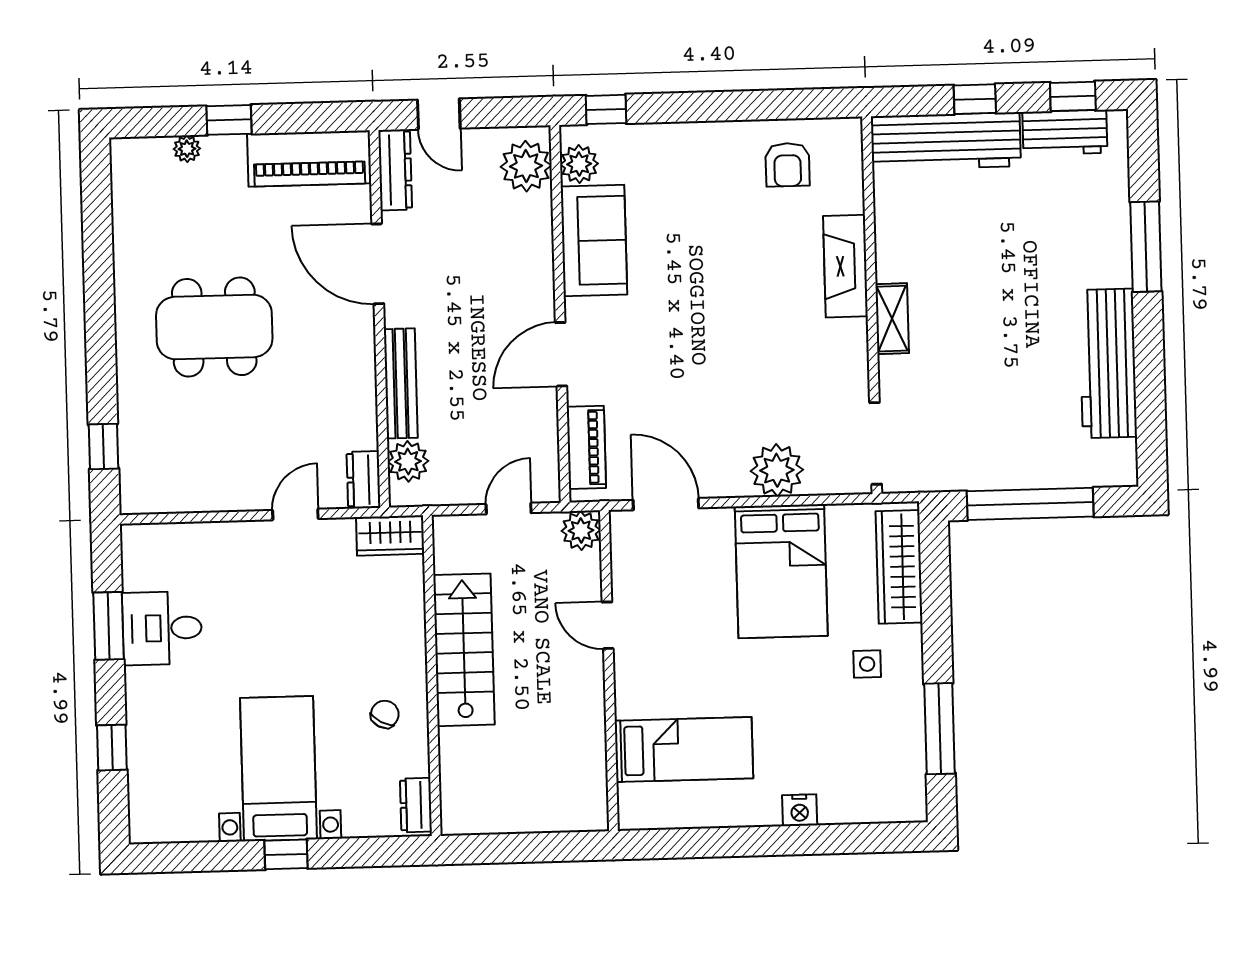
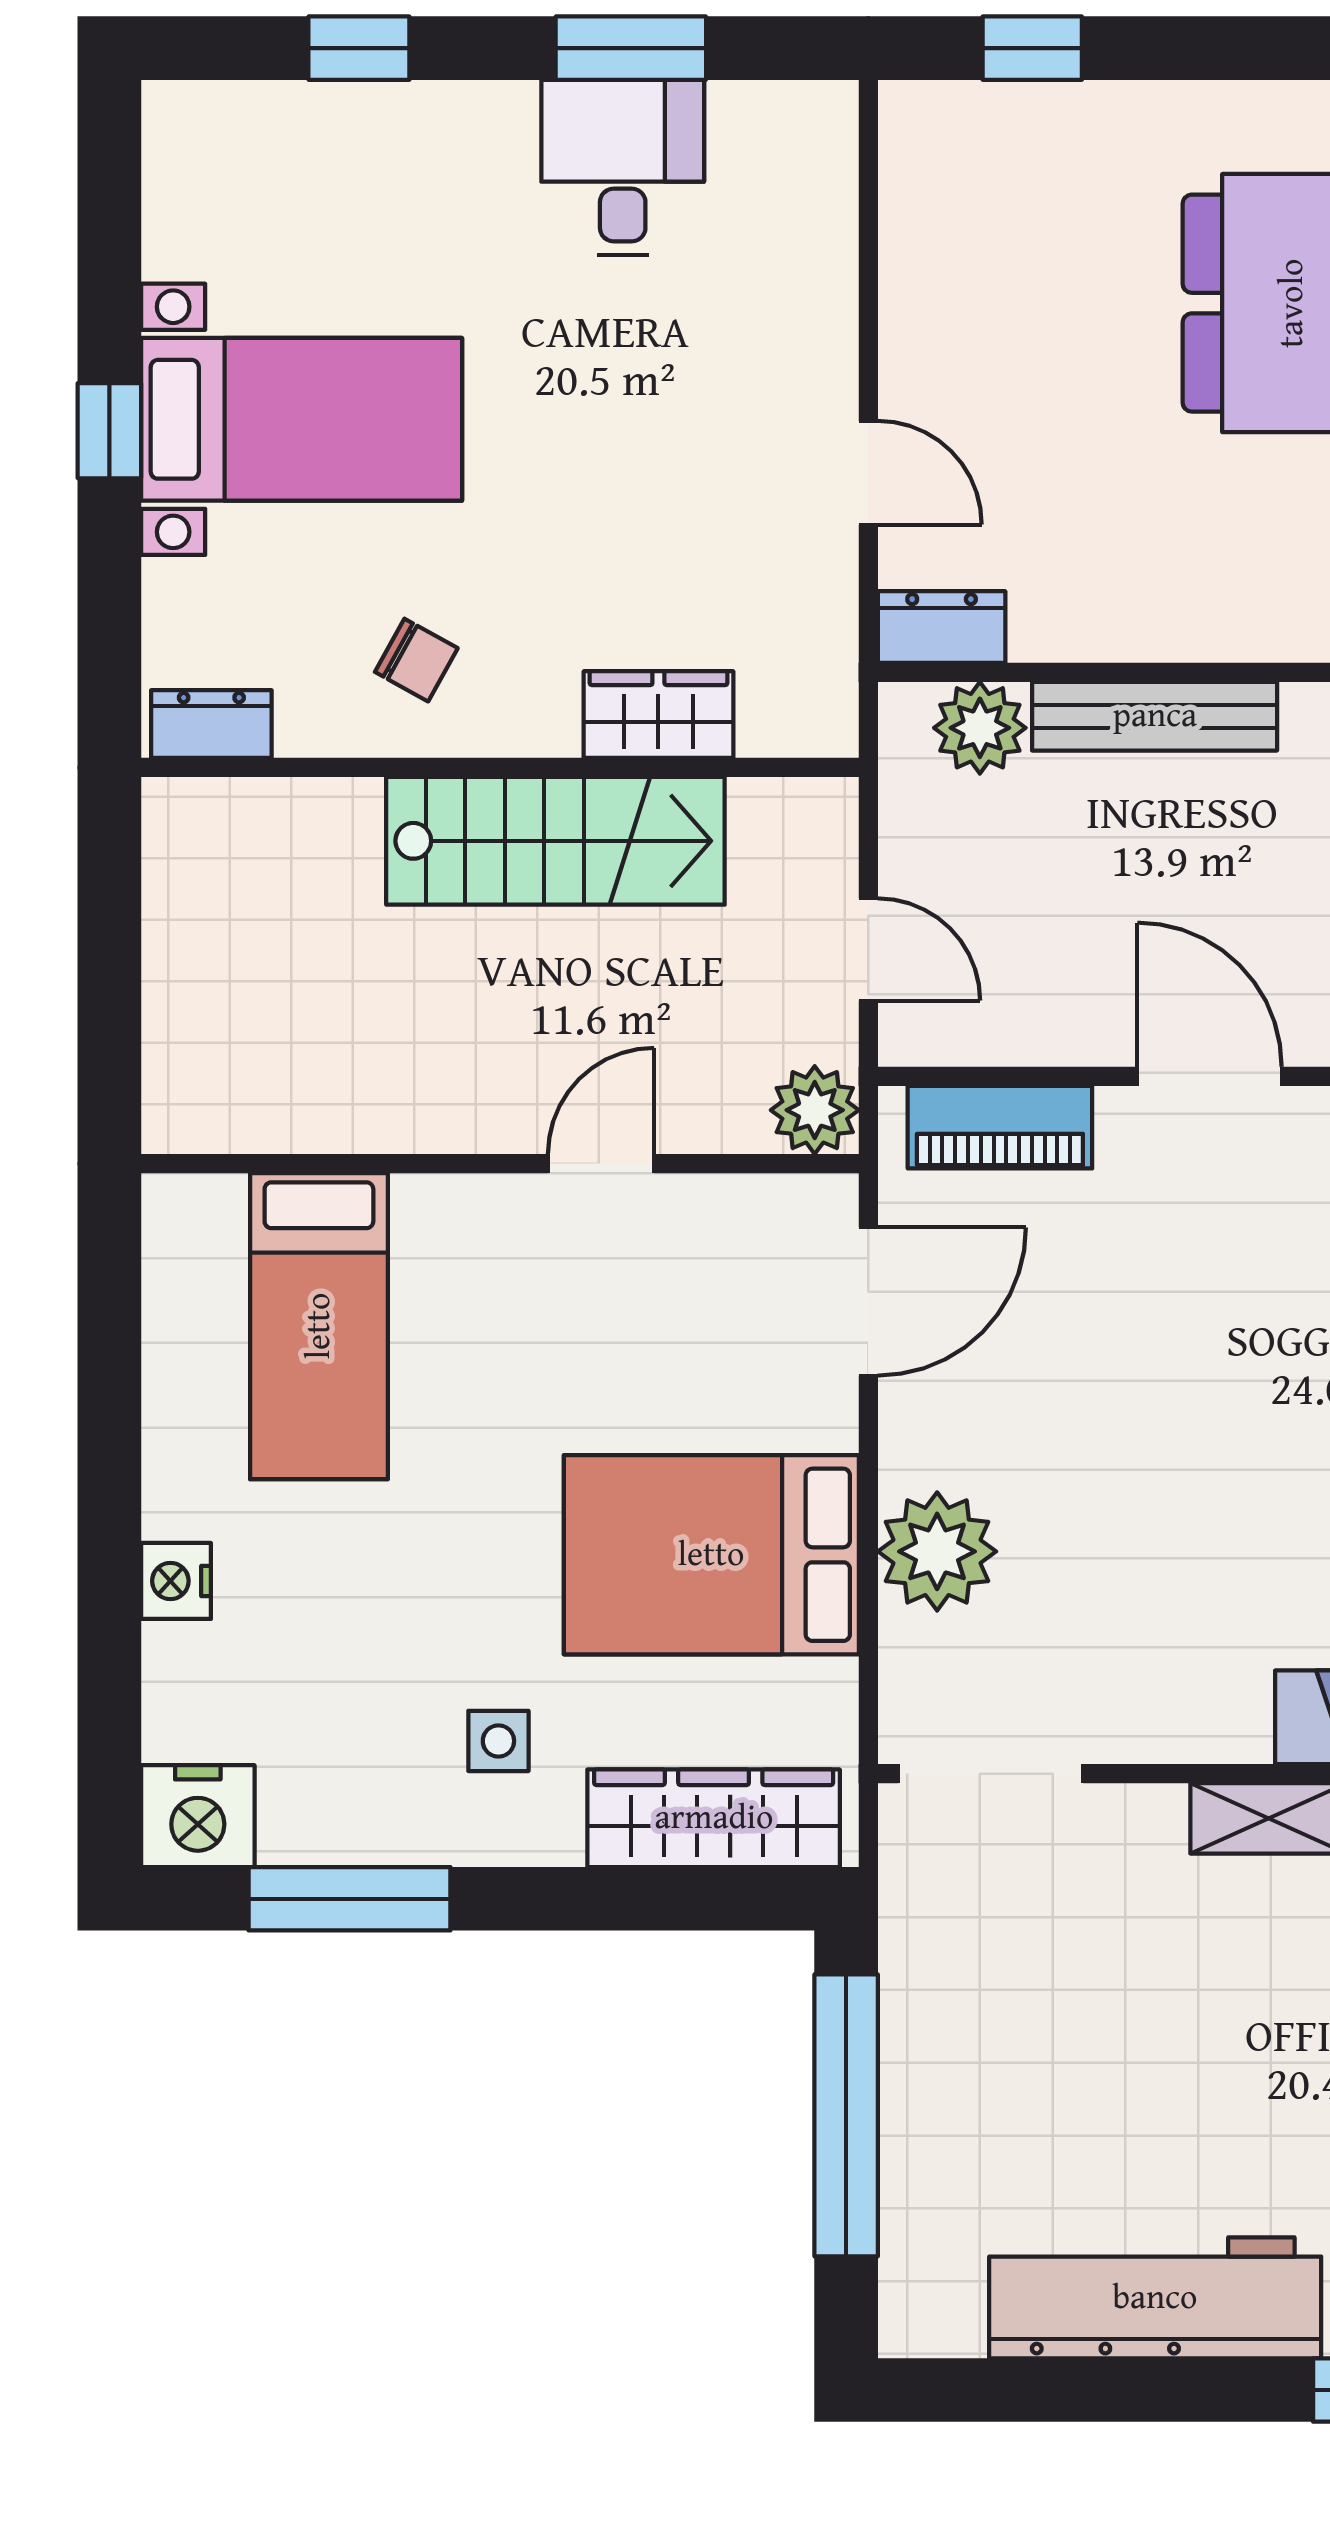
wardrobe: (390, 535) -> (658, 715), moved, turned 90
nightstand: (904, 798) -> (198, 1816), added

